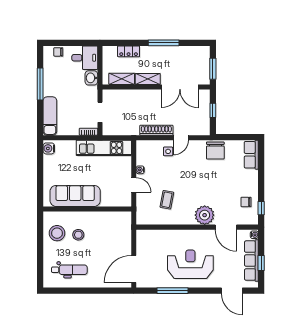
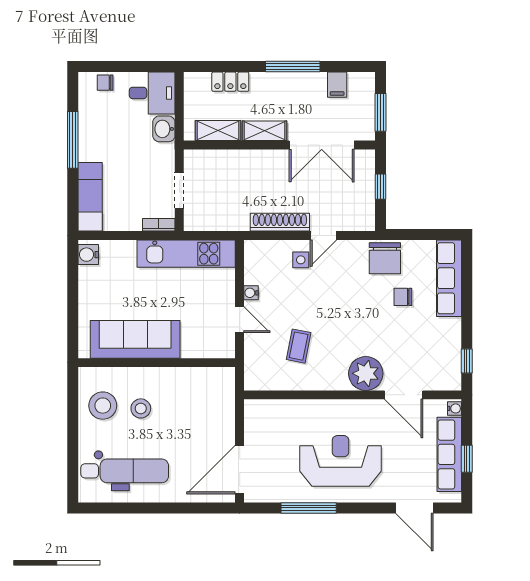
filing cabinet: (188, 53) -> (337, 85), added
row of seats: (251, 155) -> (449, 278), width x1.48
chair: (246, 202) -> (403, 297), moved
dental chair: (69, 270) -> (125, 471), width x1.36, depth x1.38

